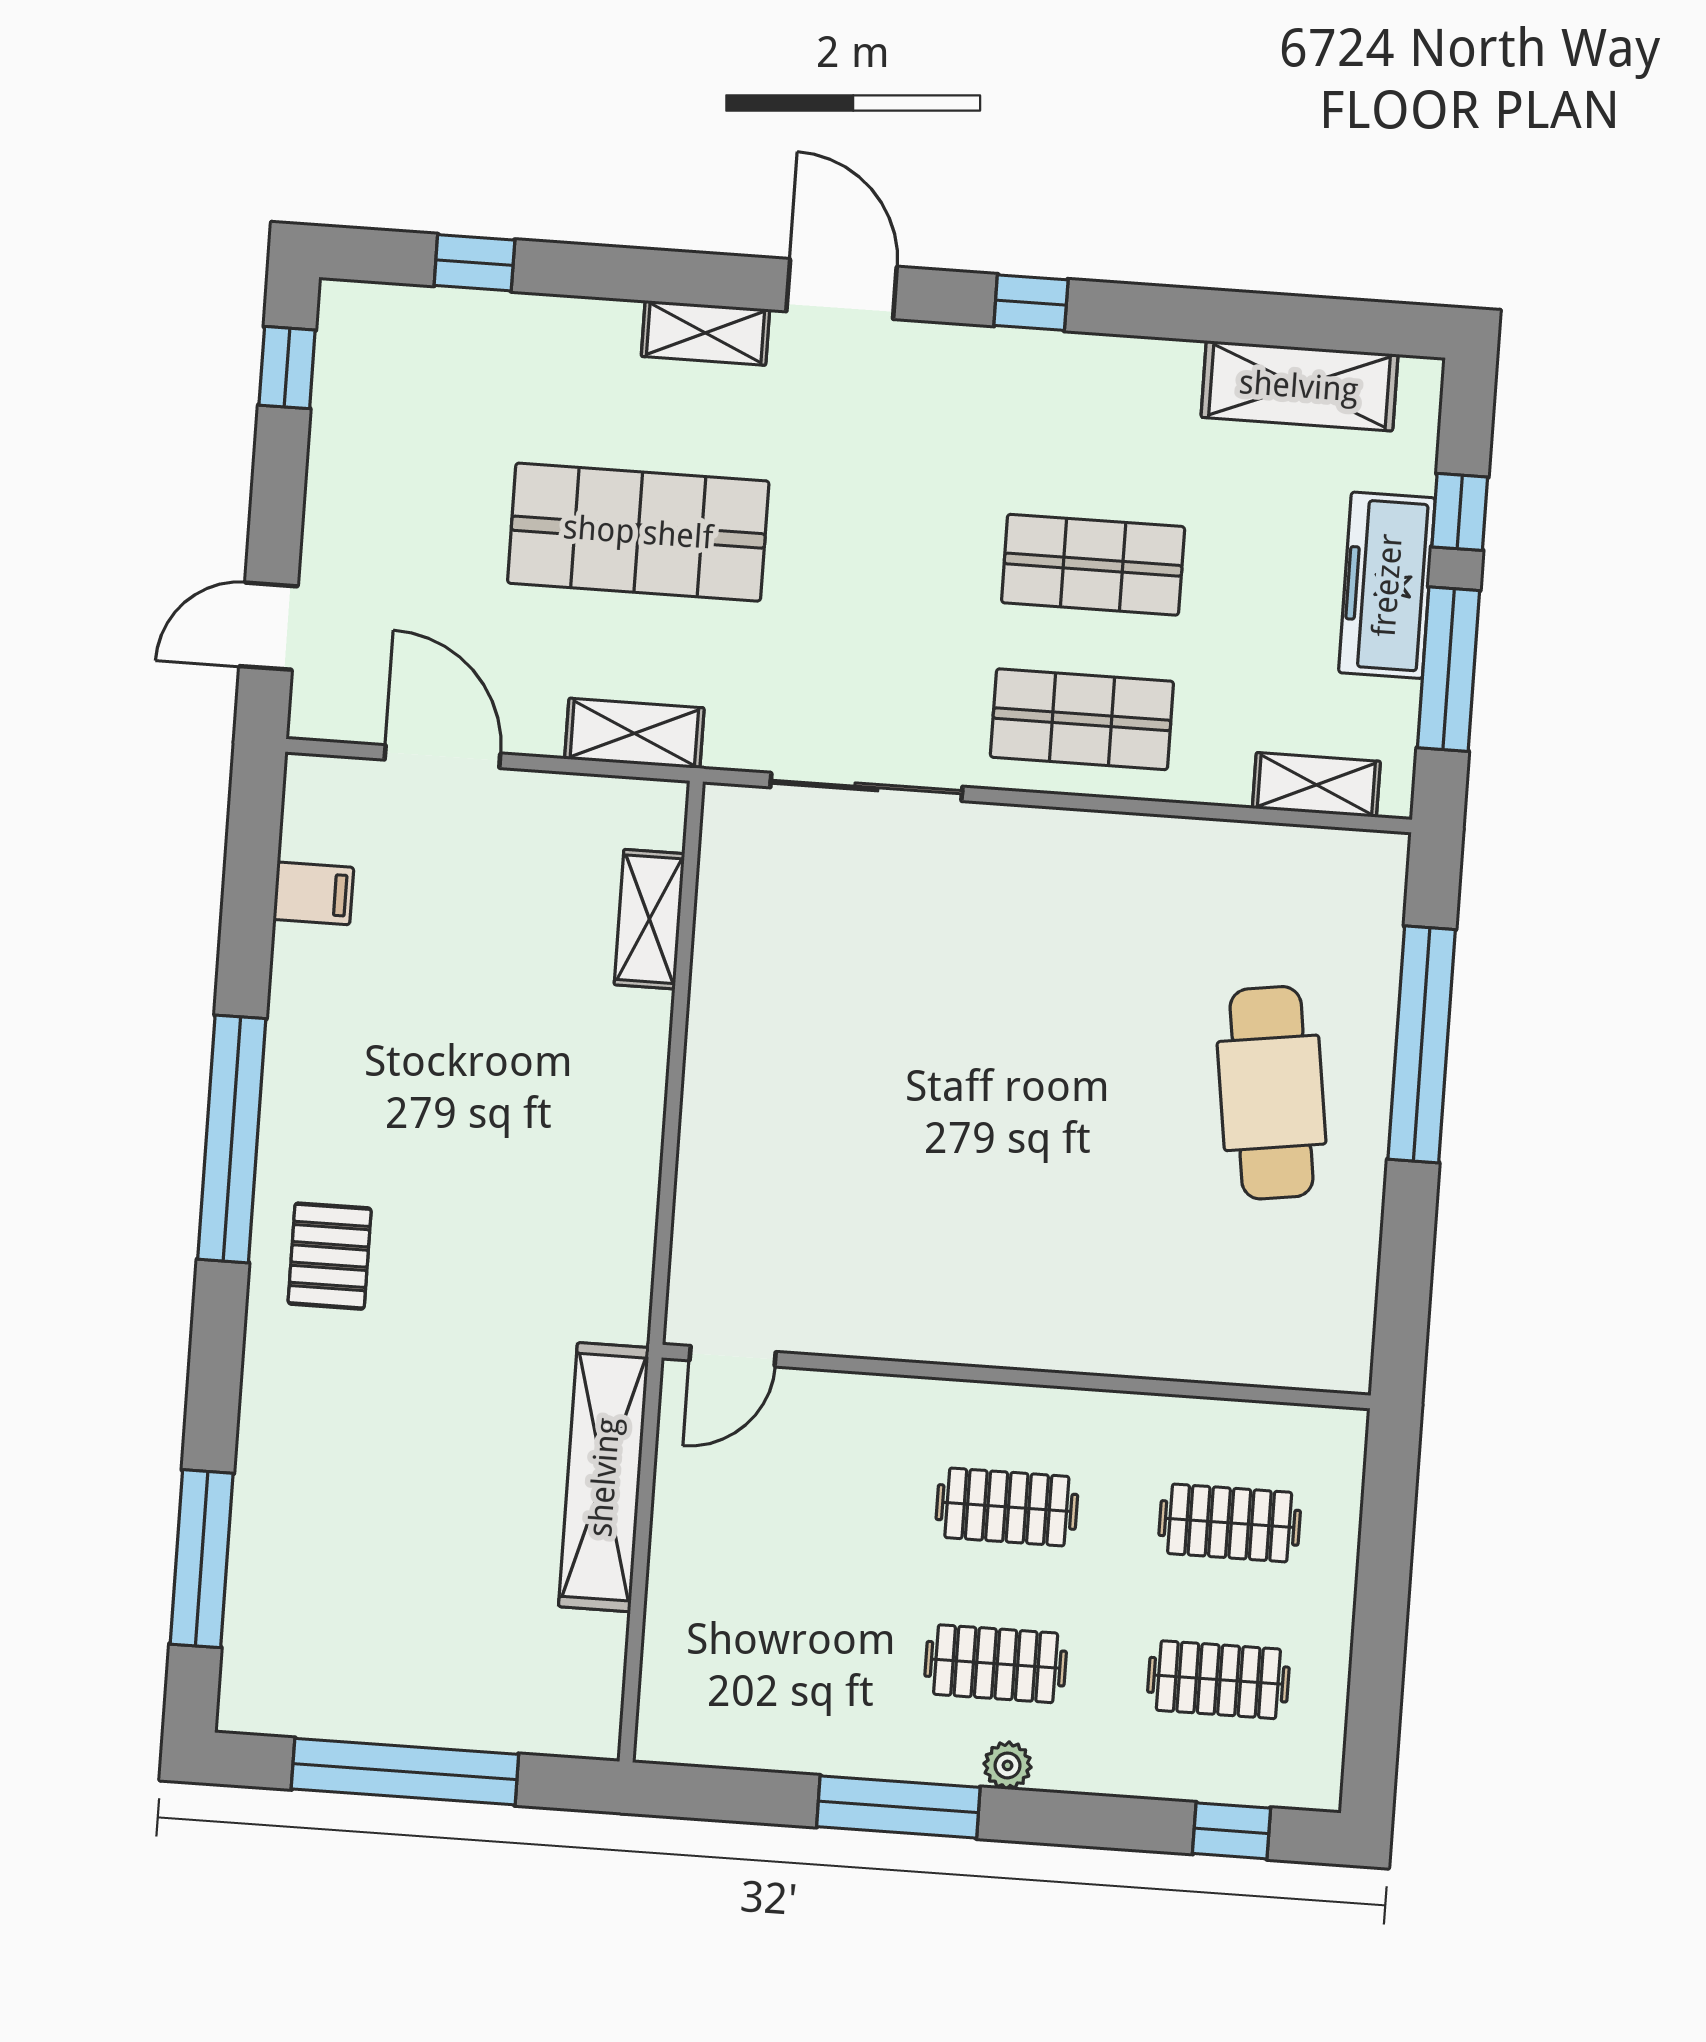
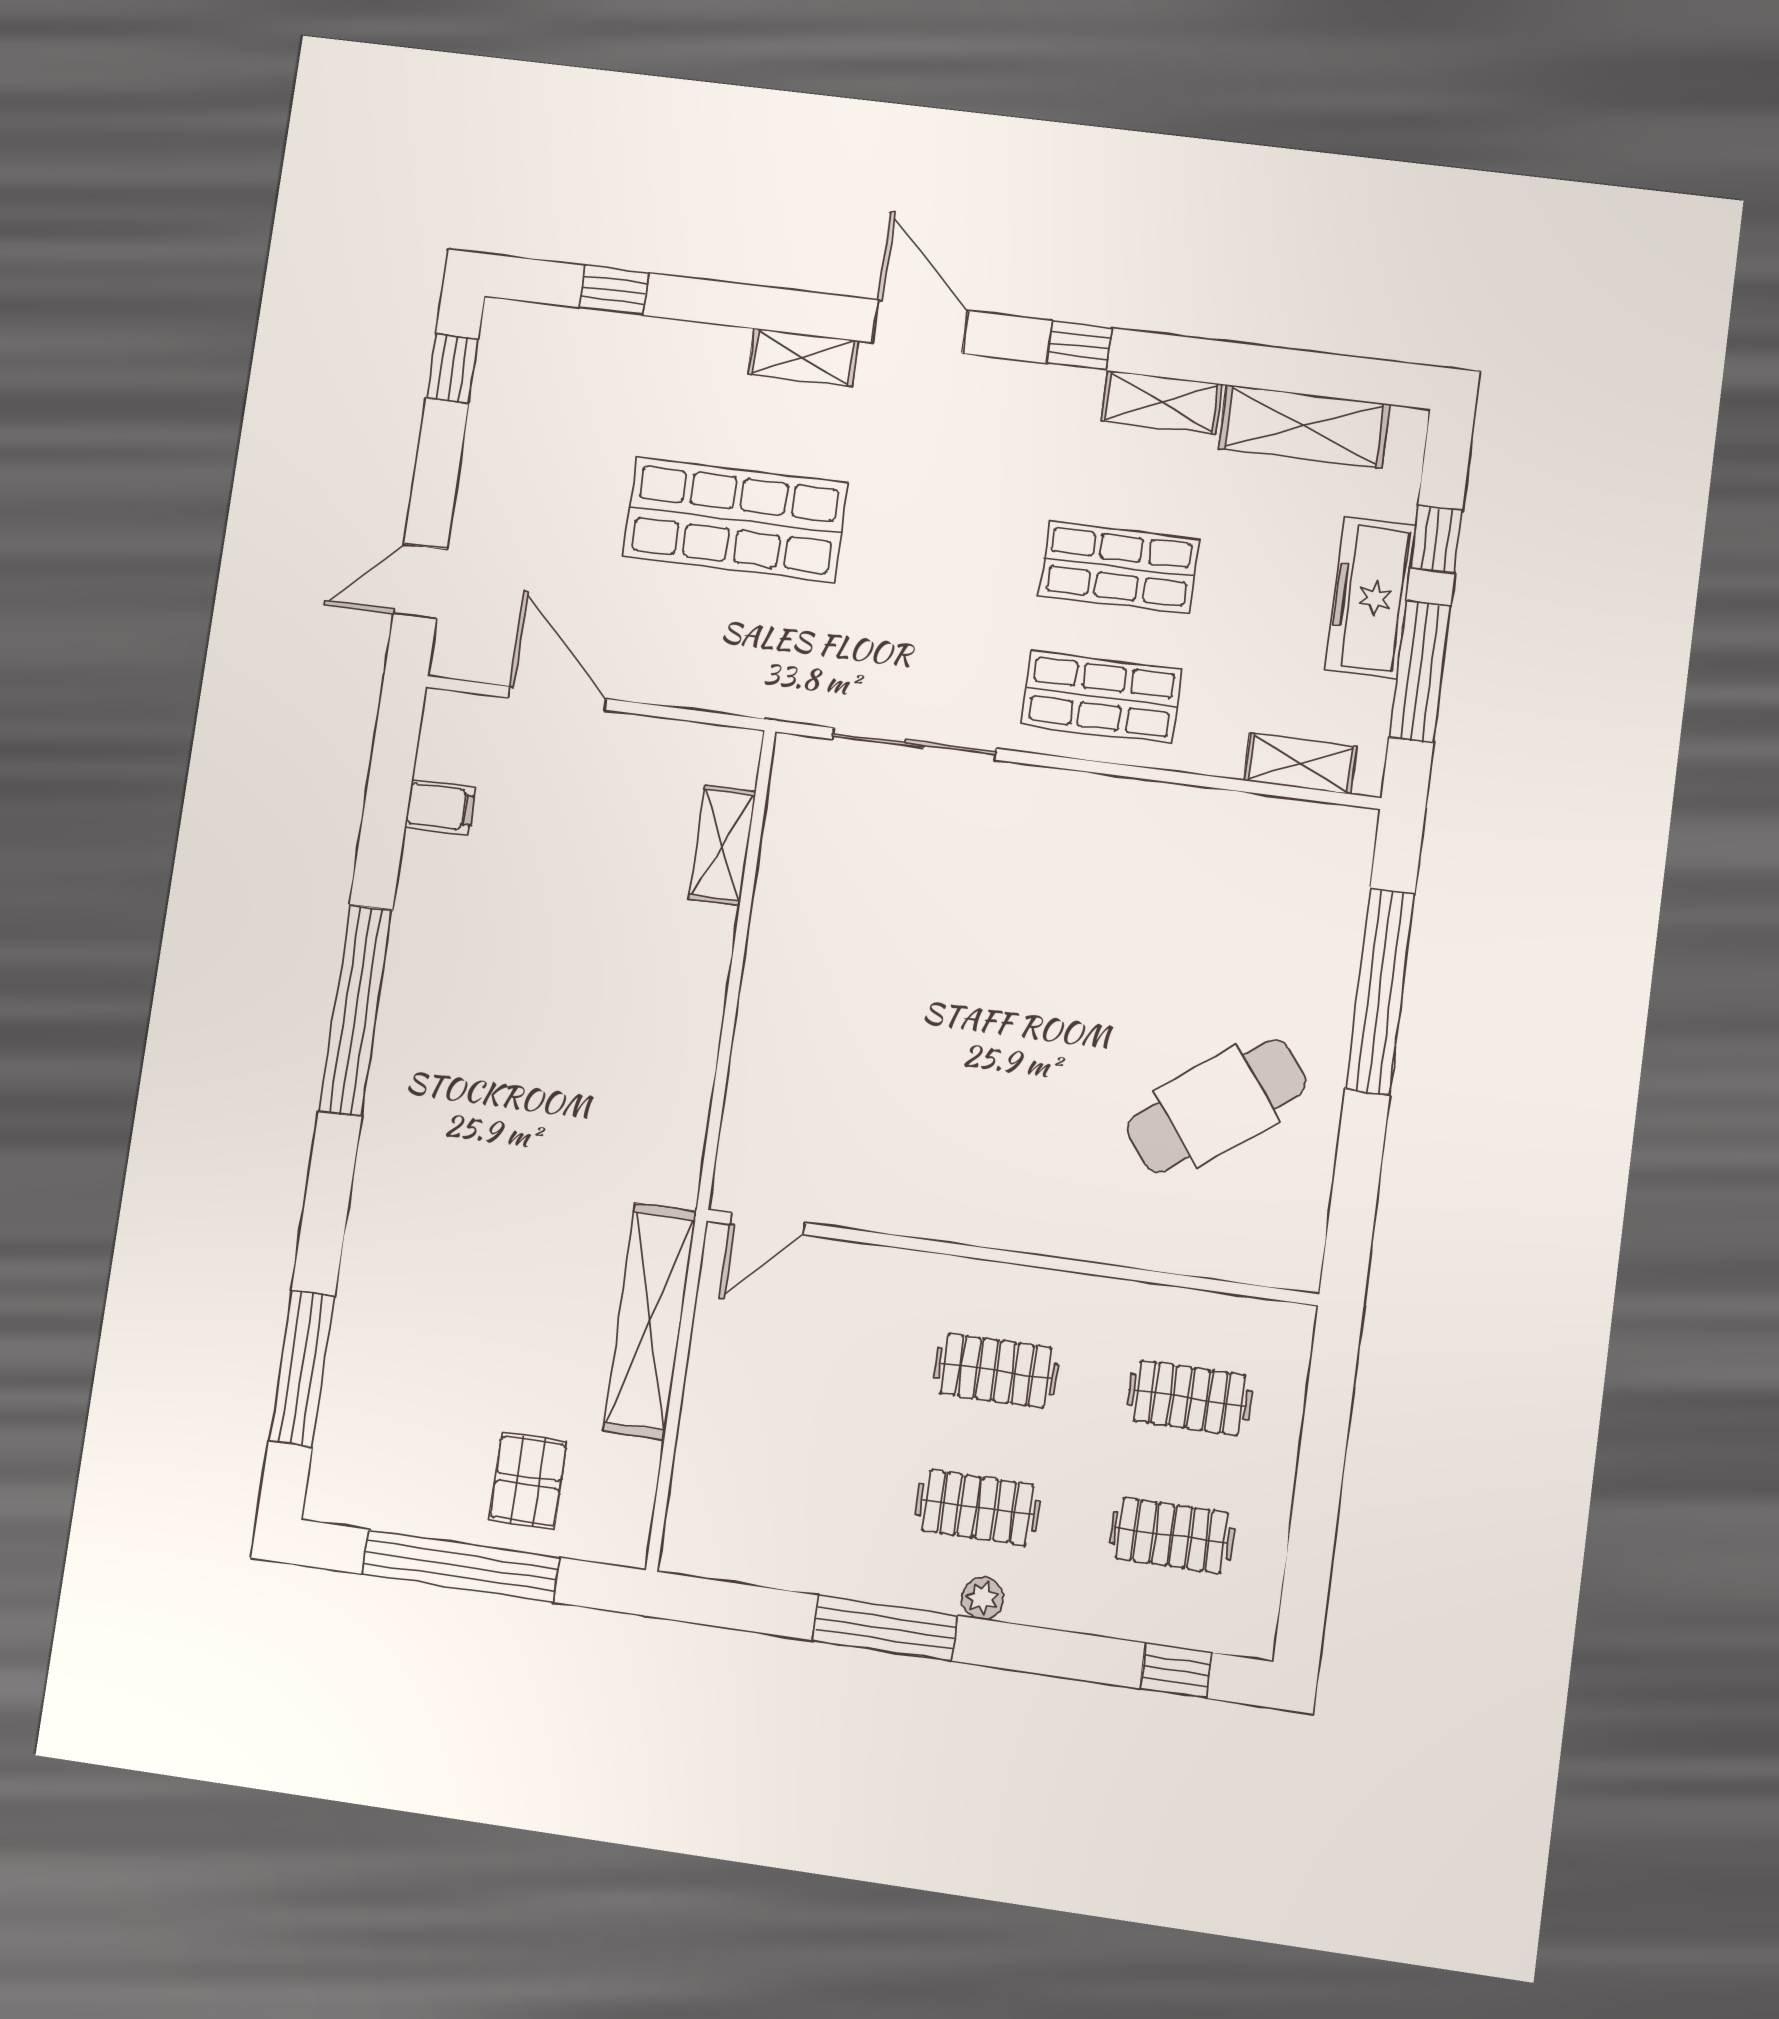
shelving: (634, 733) -> (1162, 402), moved
cafe table: (1272, 1093) -> (1216, 1106), moved, turned 61
pallet: (330, 1256) -> (528, 1481), moved

